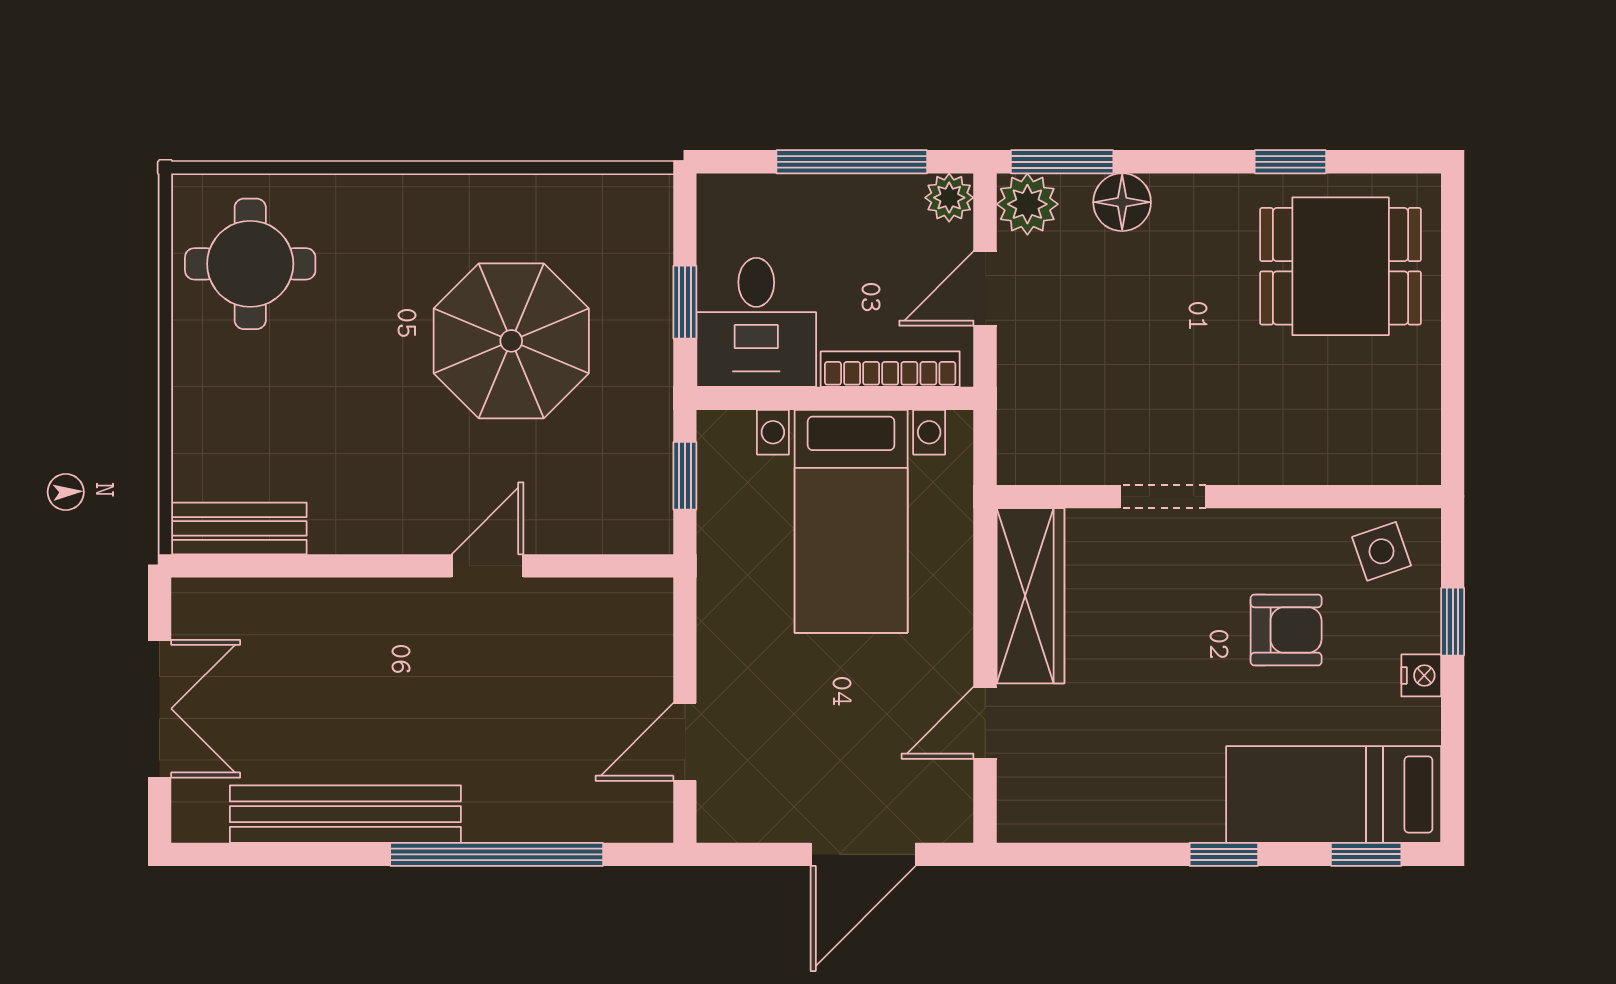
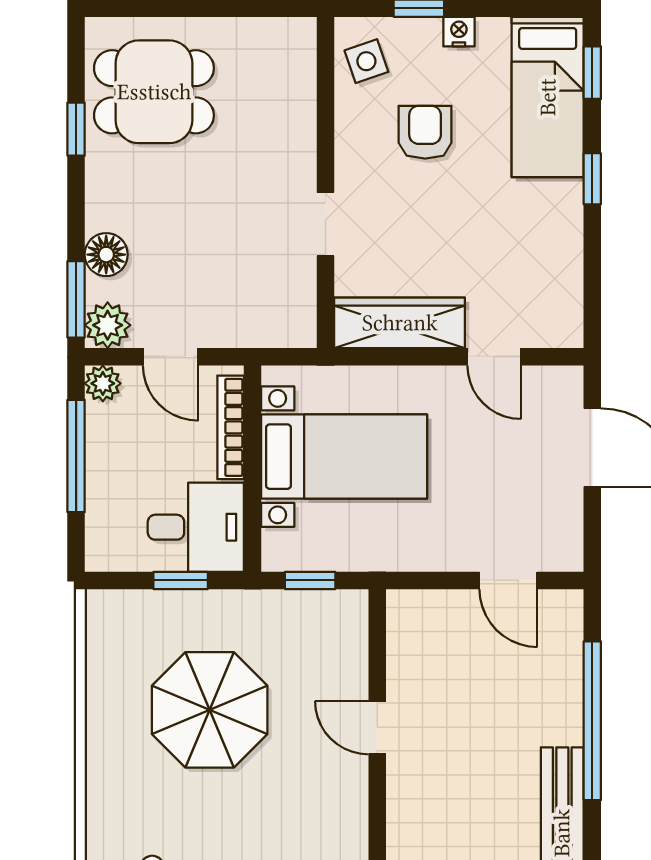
dining table: (1341, 266) -> (154, 92), turned 90

